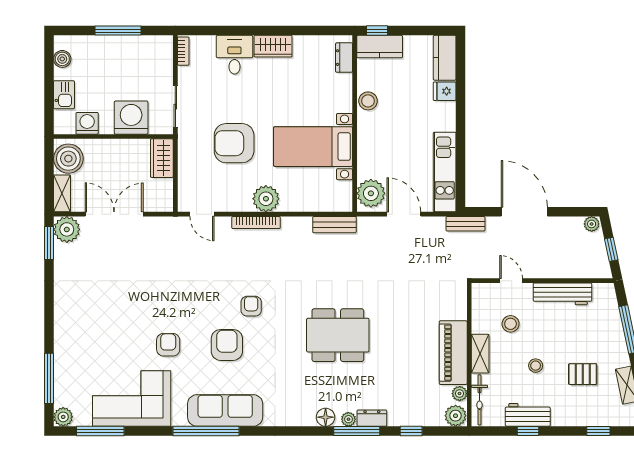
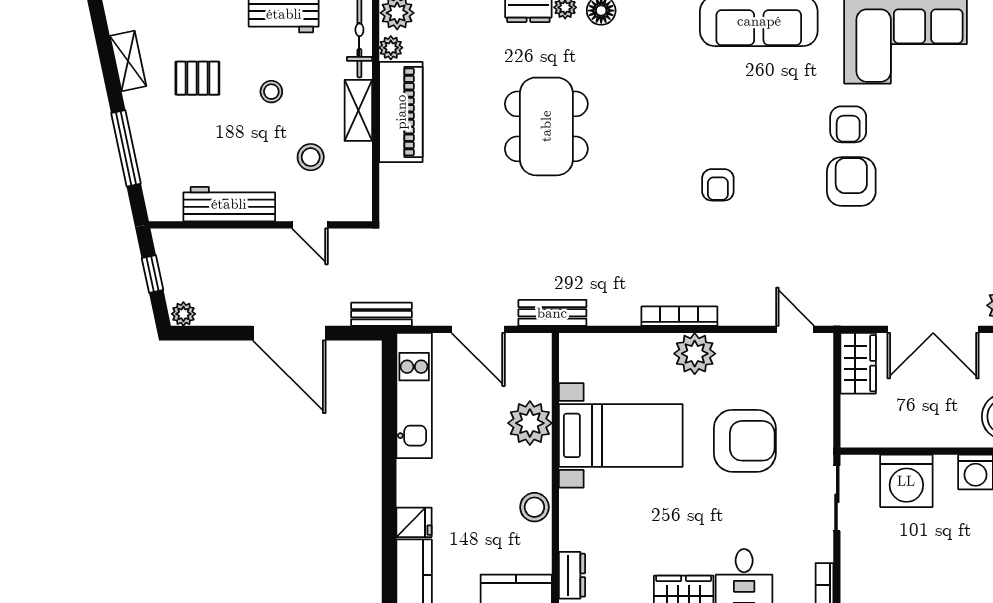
wardrobe: (162, 158) -> (858, 363), moved
plant: (371, 193) -> (530, 423), moved
bookcase: (256, 223) -> (679, 316), moved
bench: (334, 225) -> (552, 313), moved
dining table: (338, 335) -> (546, 126), moved, turned 90
armchair: (227, 345) -> (851, 181), moved, turned 180

